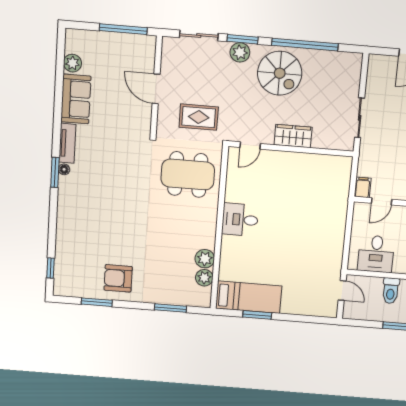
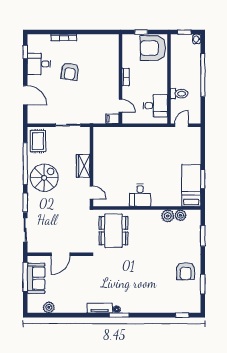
plant: (240, 52) -> (33, 204), removed
sofa: (76, 99) -> (36, 278), moved, turned 90
rug: (199, 117) -> (38, 141), moved

